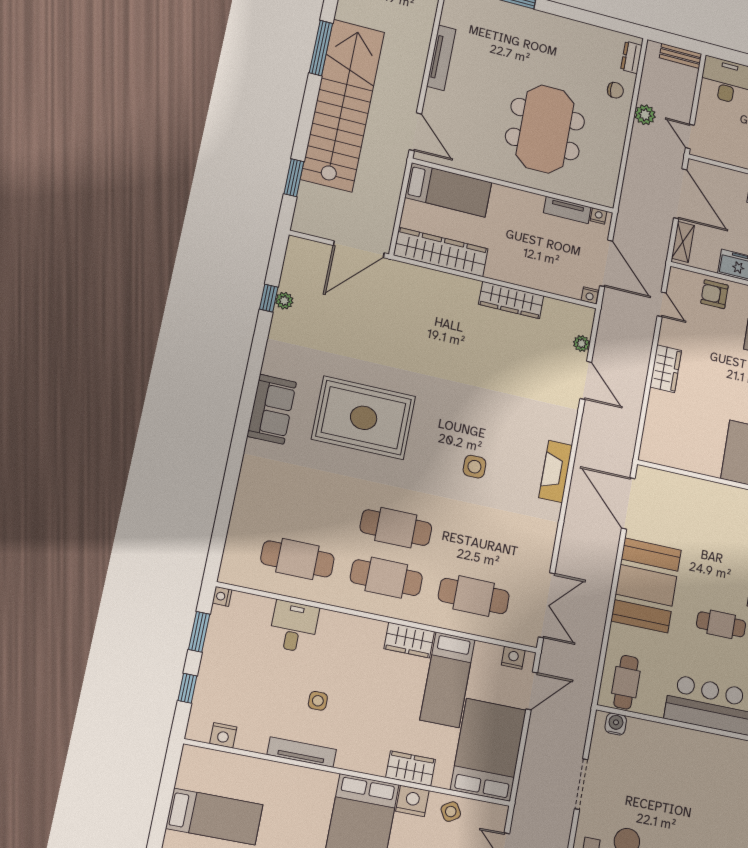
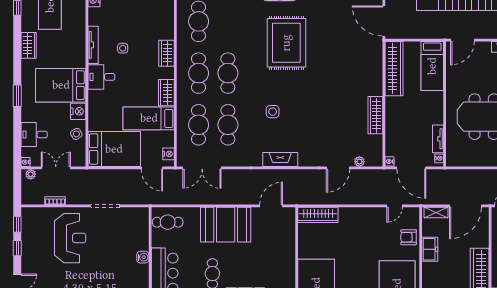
door: (606, 263) -> (411, 168), hinge flipped
armchair: (714, 294) -> (409, 237), turned -90
wardrobe: (666, 369) -> (318, 215), moved, width x1.50
door: (628, 503) -> (271, 206), width x0.73
cafe table: (483, 546) -> (228, 125), added
desk: (294, 627) -> (101, 77), moved, turned 180
water cooler: (616, 724) -> (143, 257), moved
wardrobe: (411, 768) -> (166, 53), moved, turned 180

